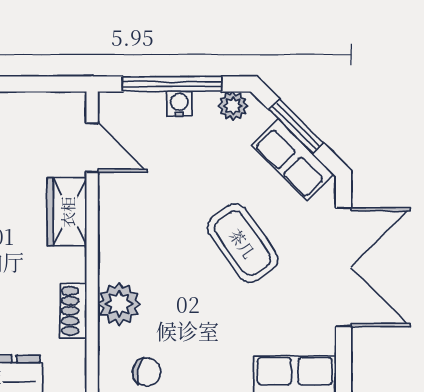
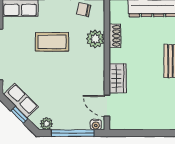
water cooler: (179, 104) -> (96, 125), moved
window: (296, 126) -> (19, 115), width x0.67
coffee table: (243, 243) -> (52, 42), moved, turned -55

